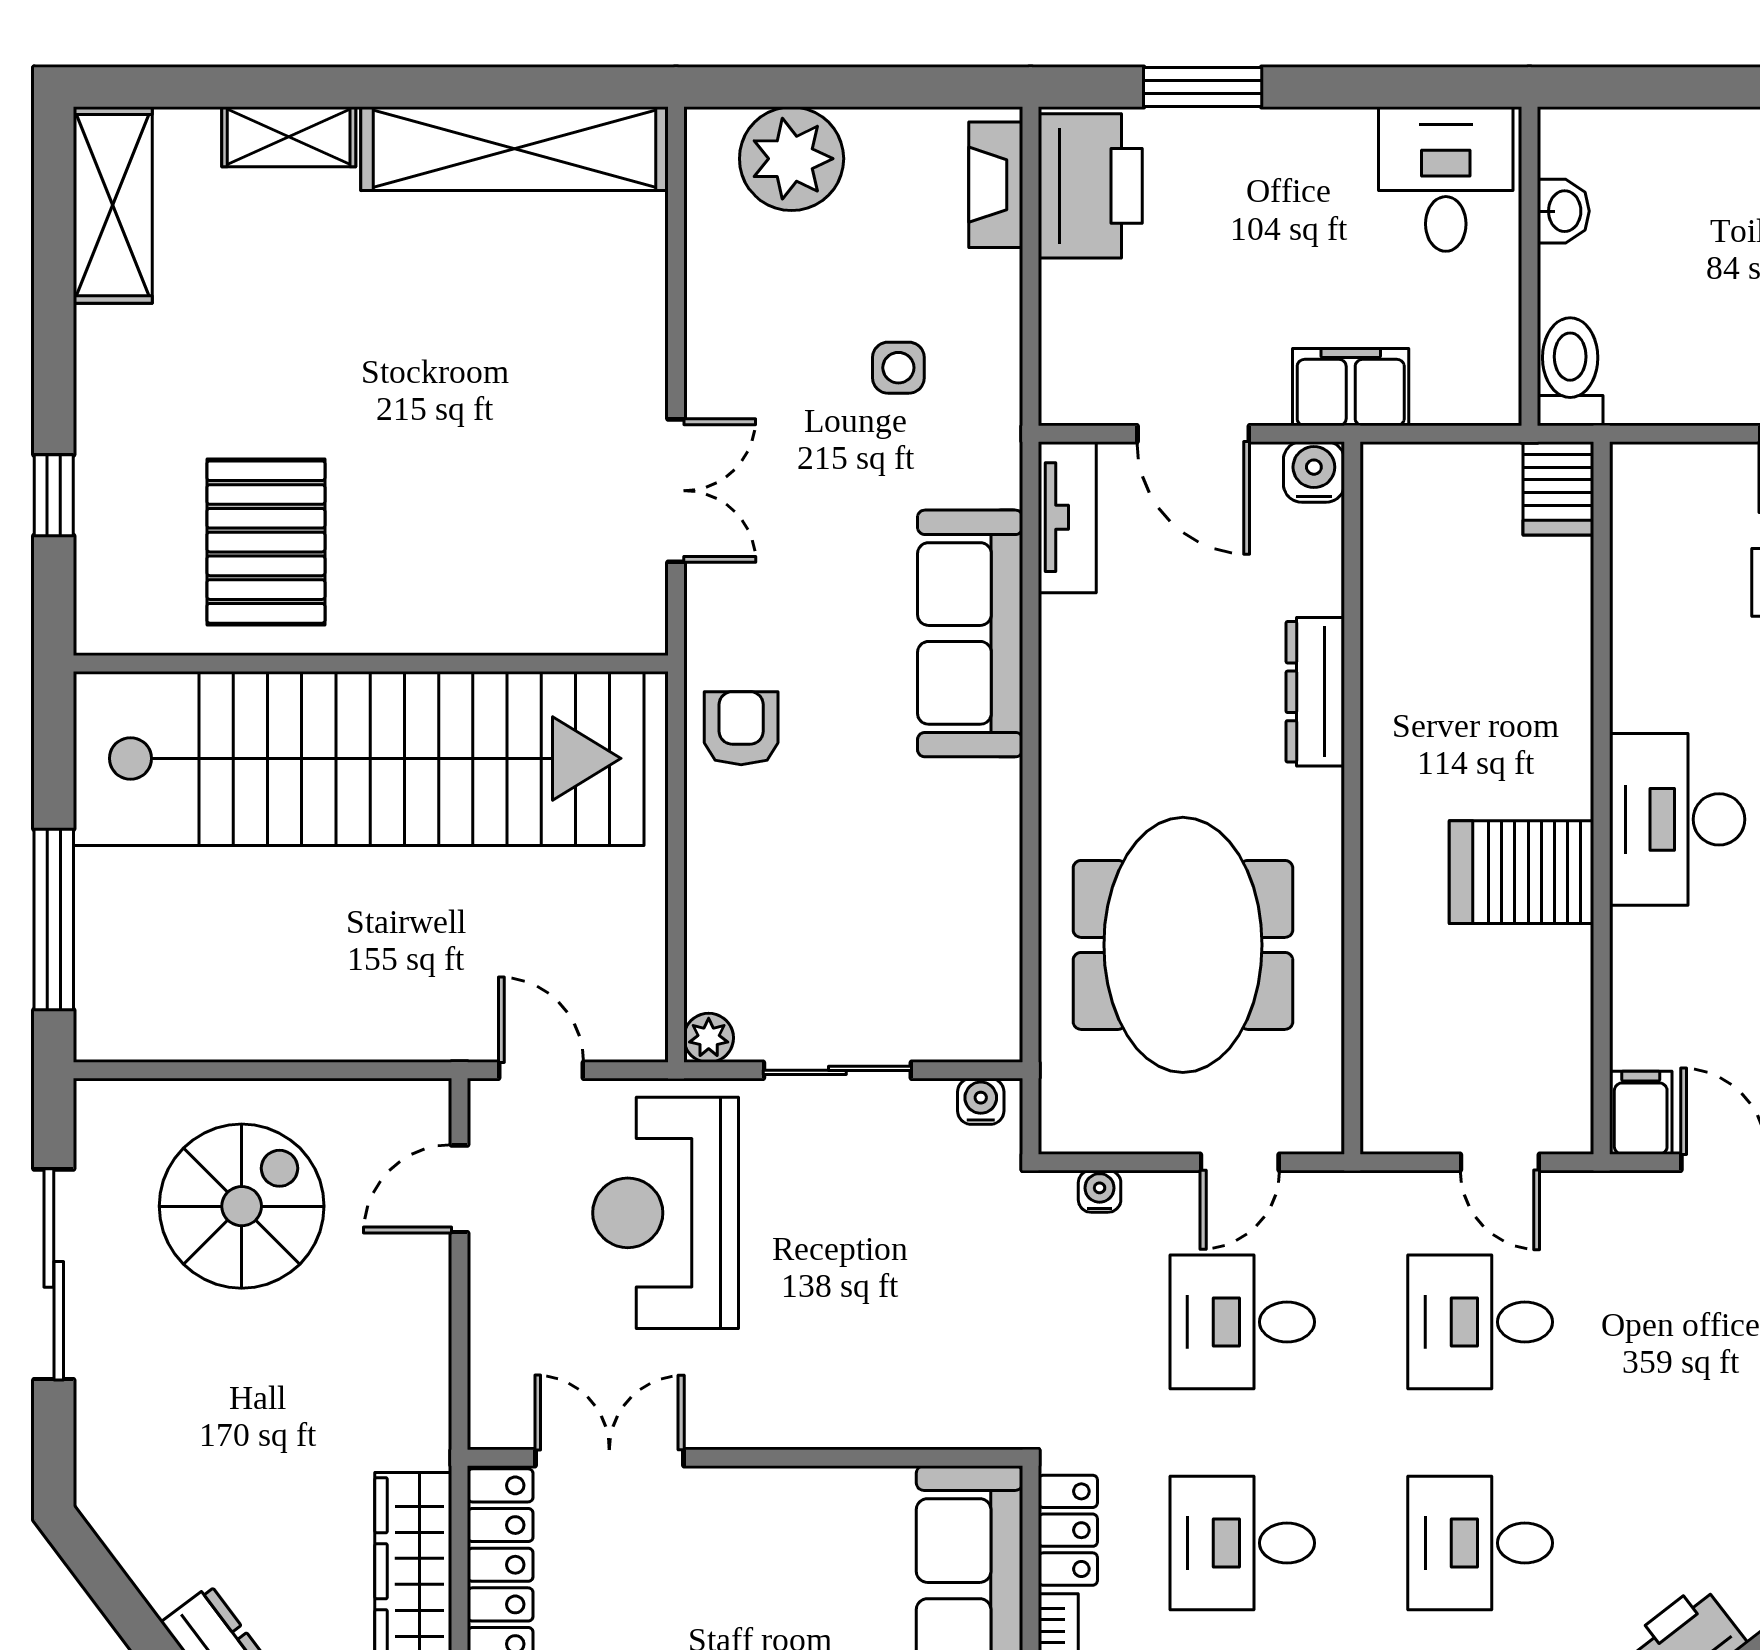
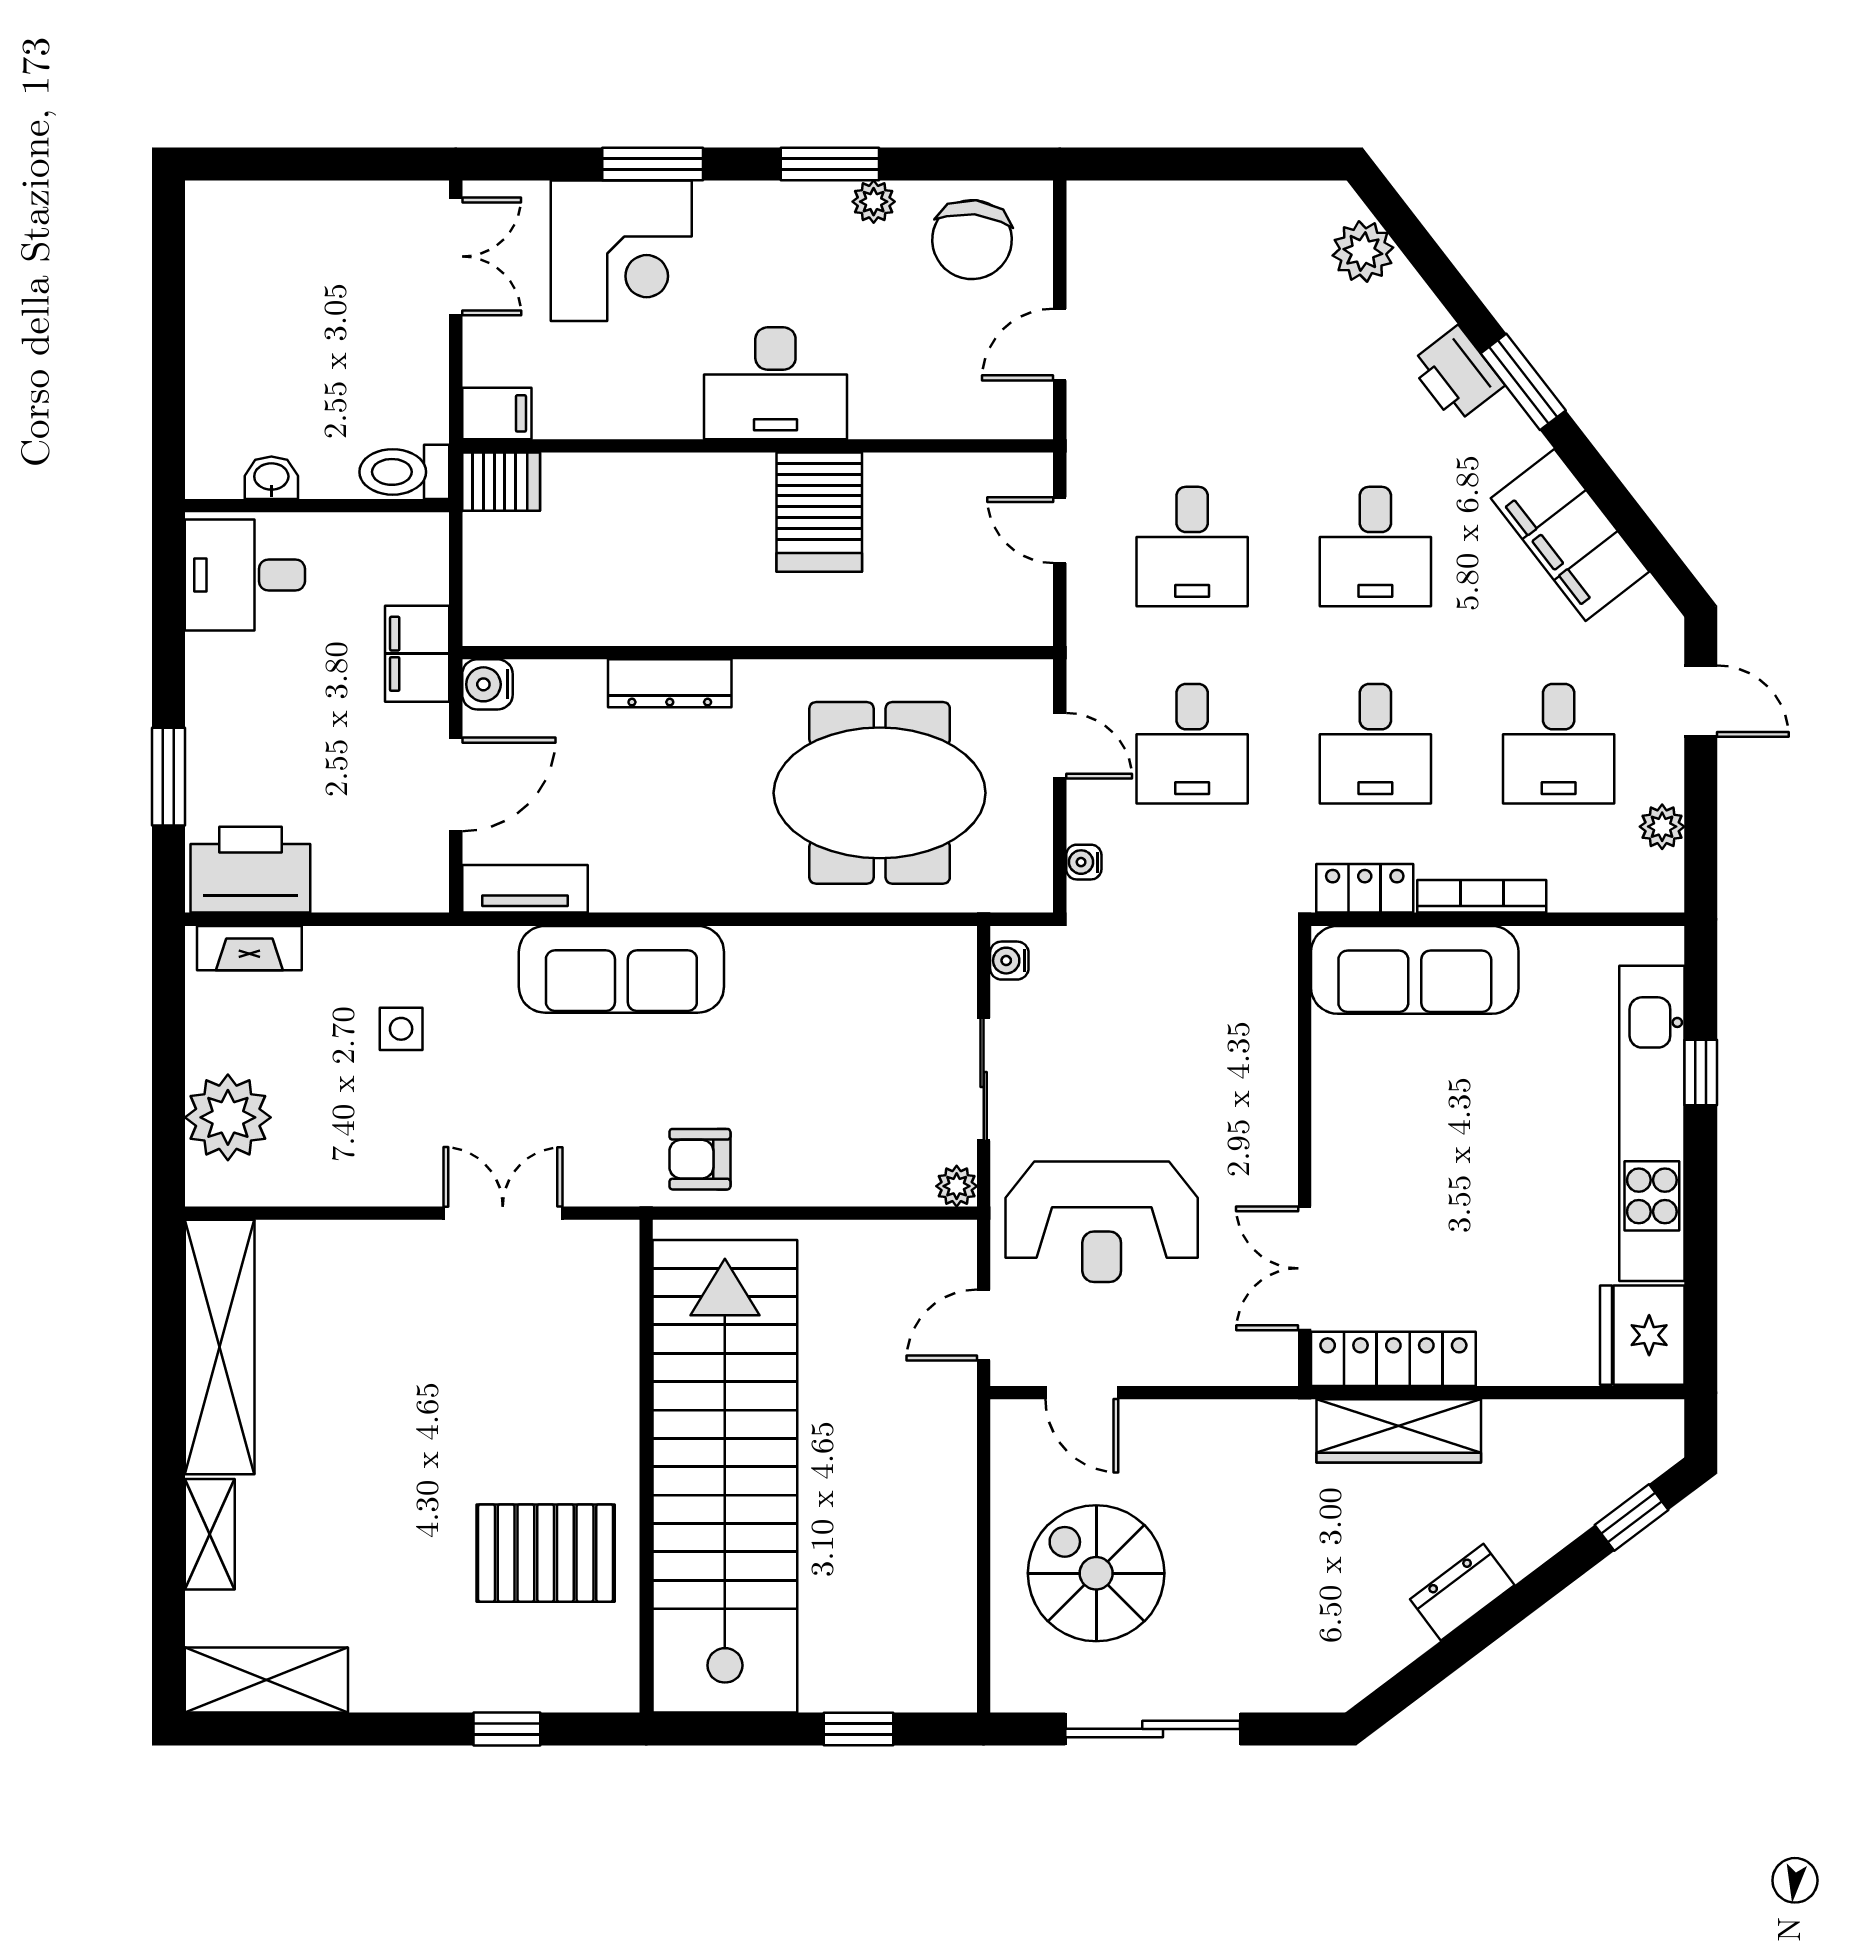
window: (54, 919) -> (858, 1729), width x0.46
filing cabinet: (1641, 1113) -> (497, 413), moved, turned 180
door: (1500, 1162) -> (1060, 530), swing flipped

